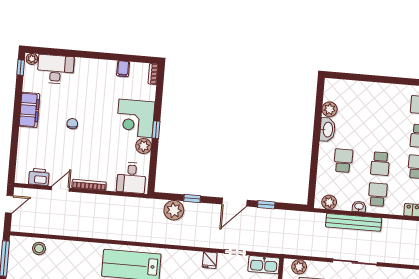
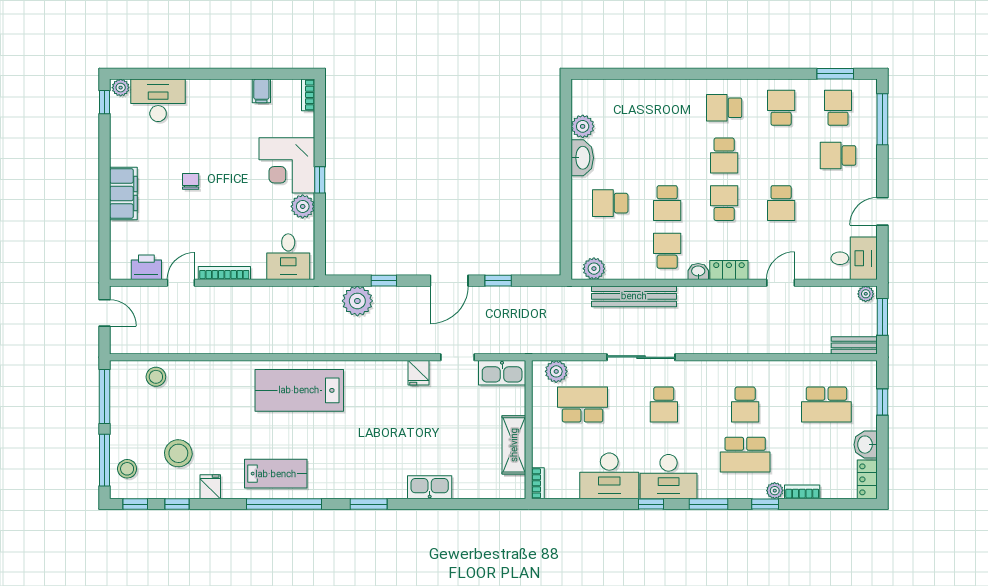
filing cabinet: (29, 110) -> (123, 193), moved
school desk: (343, 161) -> (610, 203), turned -90
door: (9, 204) -> (105, 313), hinge flipped
washbasin: (359, 207) -> (698, 271), moved

